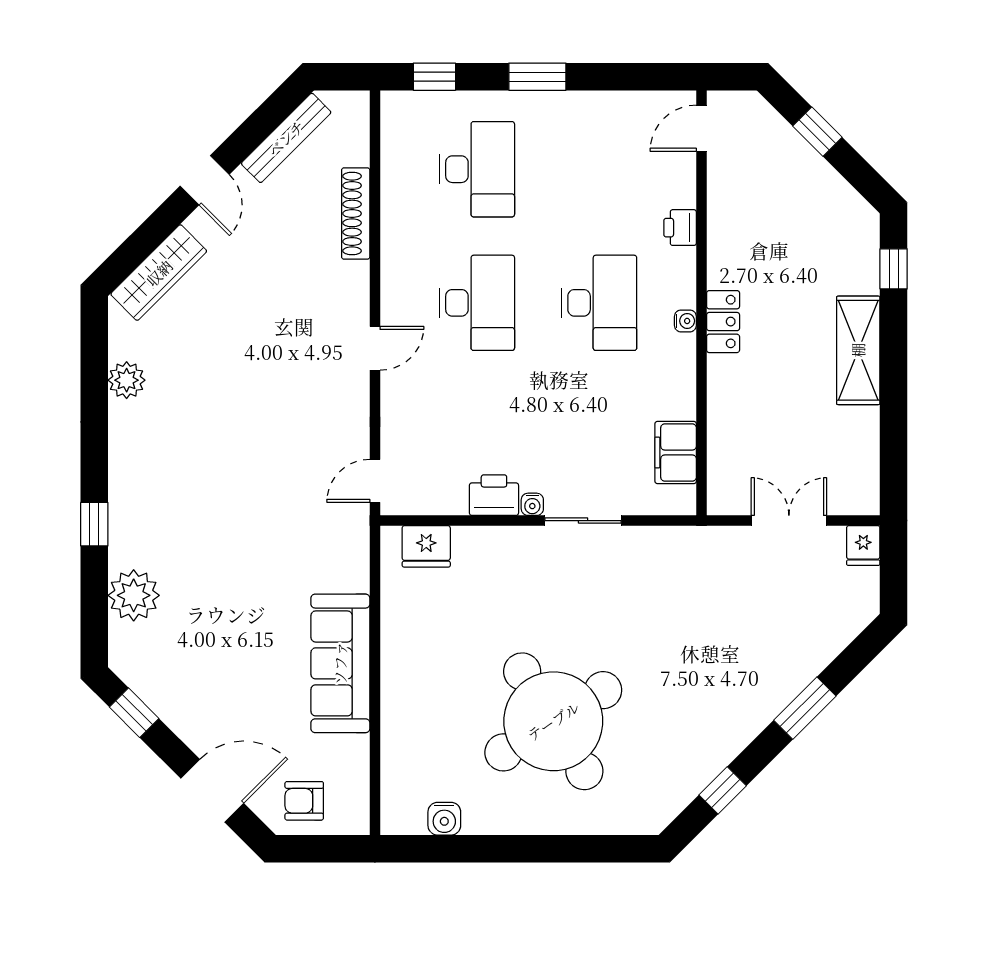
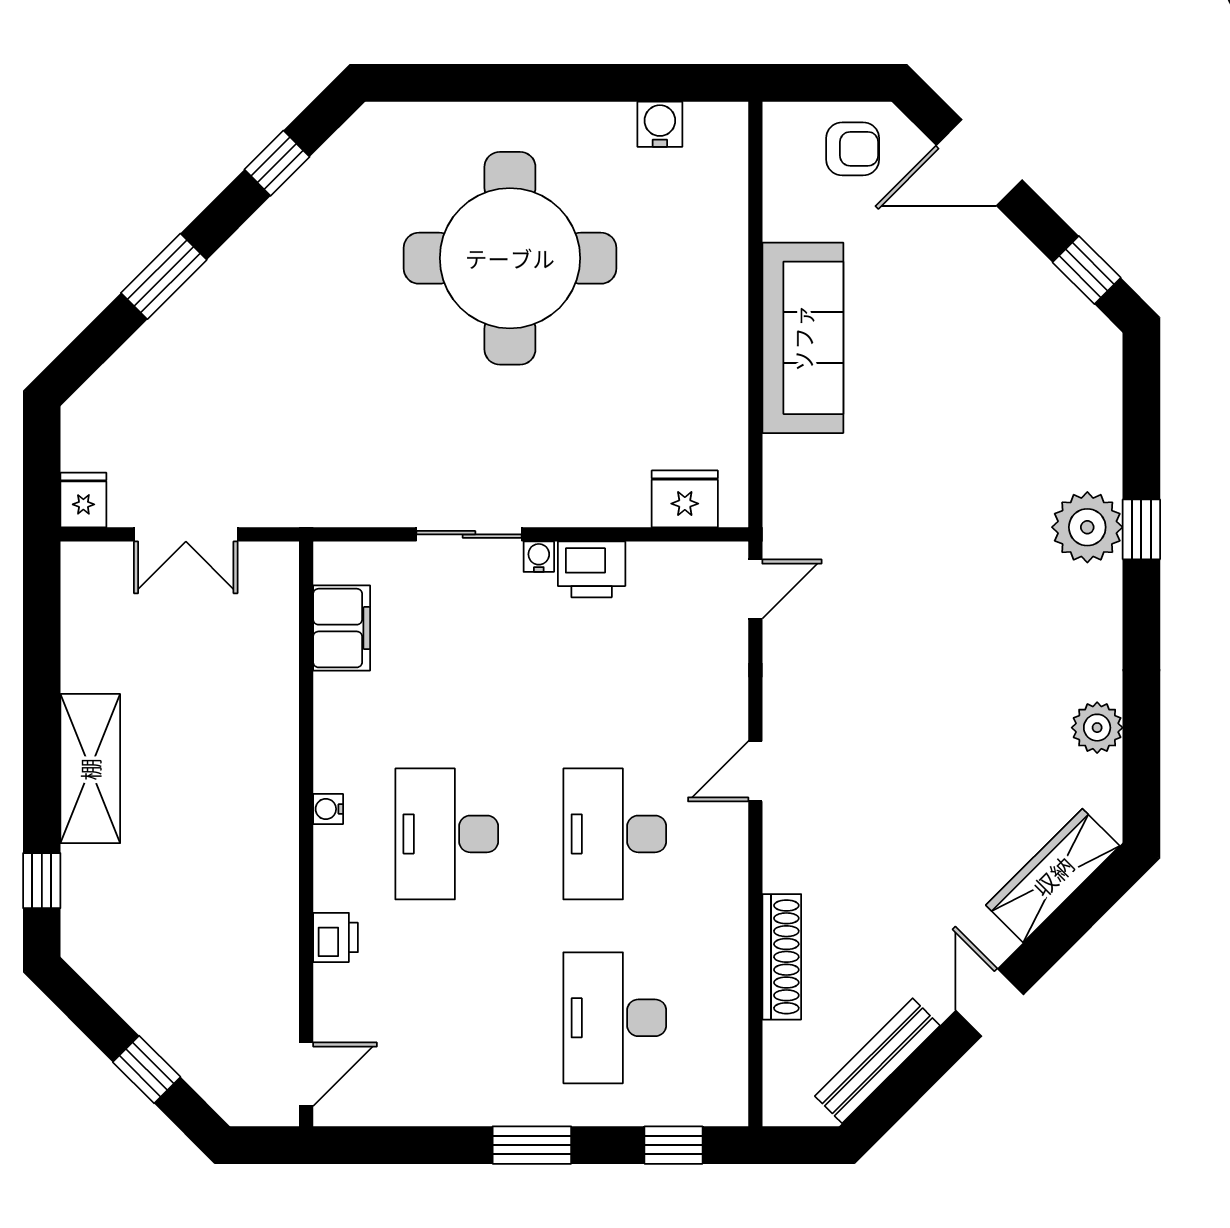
locker: (723, 322) -> (276, 808), removed
plant: (134, 595) -> (1087, 527), moved
round table: (553, 721) -> (510, 258), turned 32

